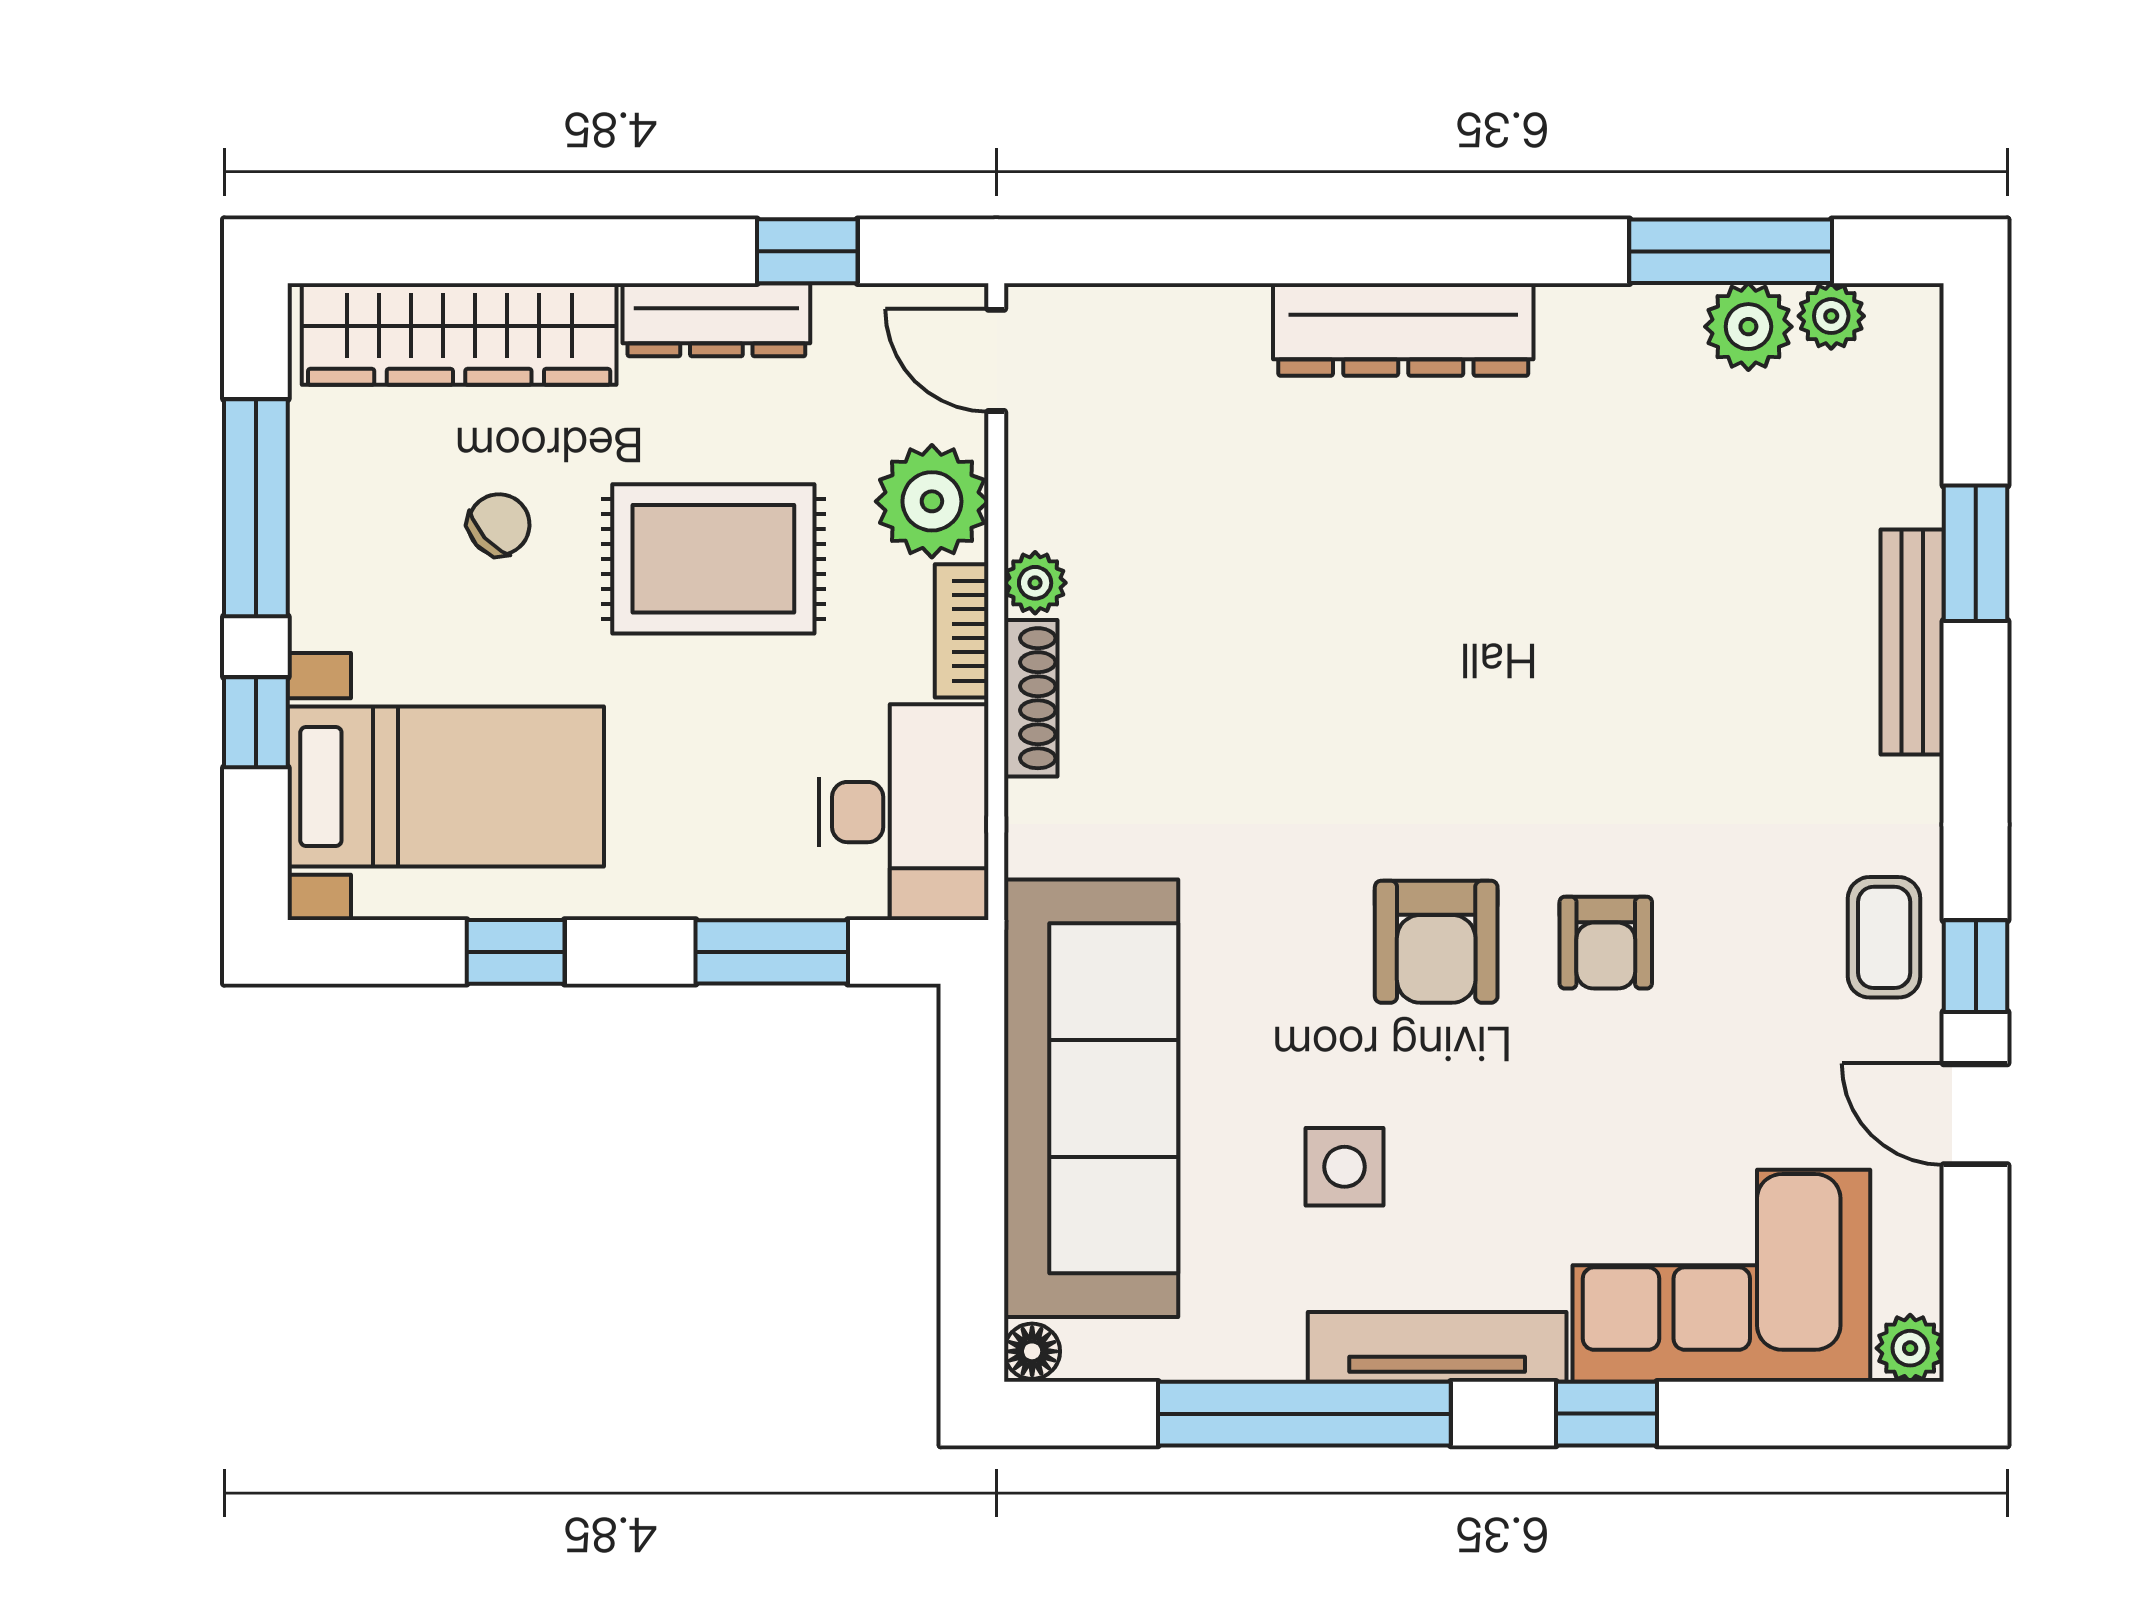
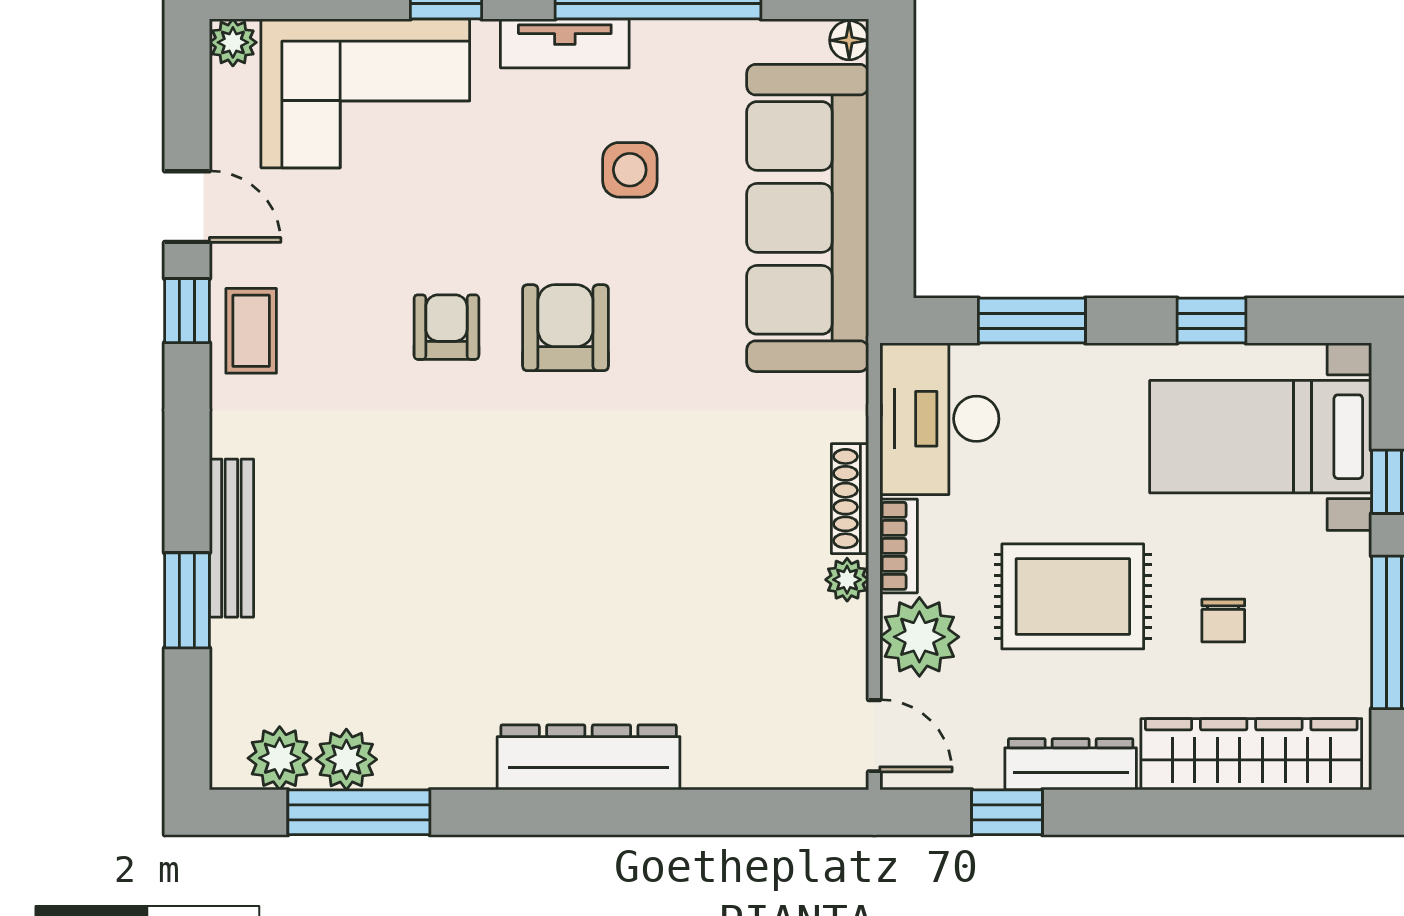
plant: (1831, 316) -> (280, 758), width x1.38, depth x1.38
chair: (499, 525) -> (1223, 621), turned -48
tv unit: (1437, 1347) -> (565, 43), width x0.71

